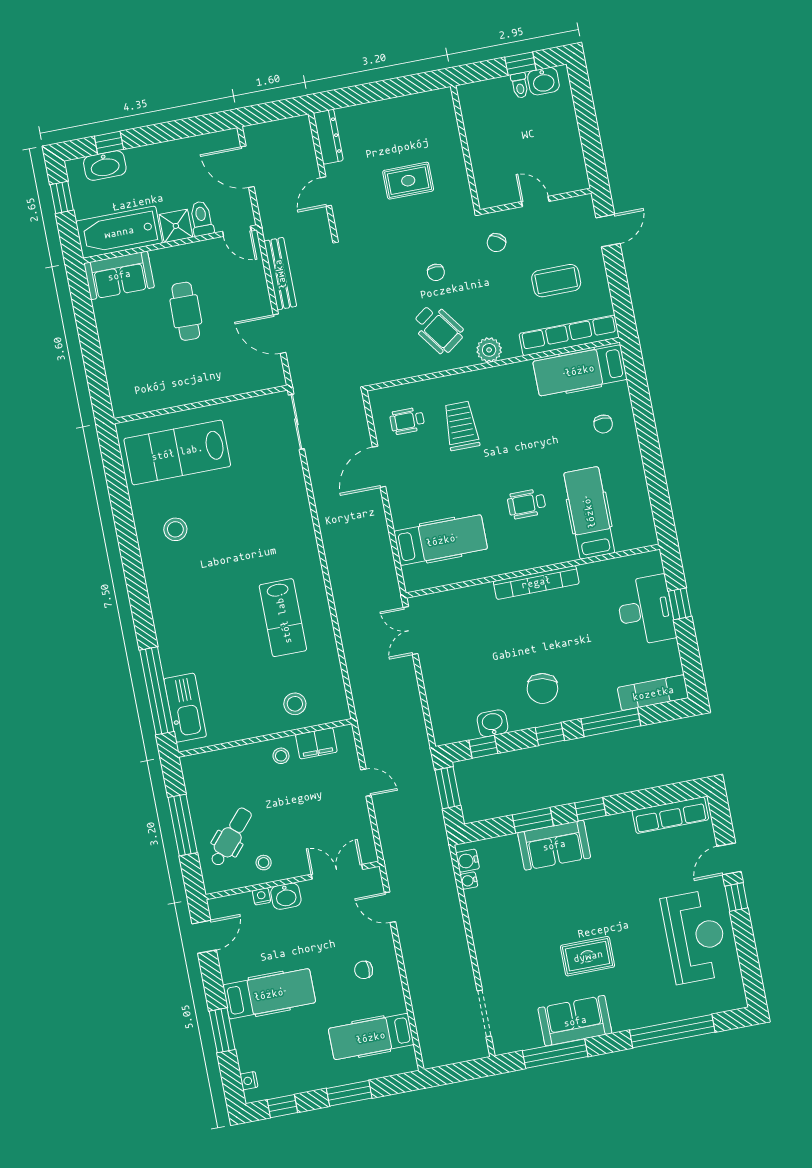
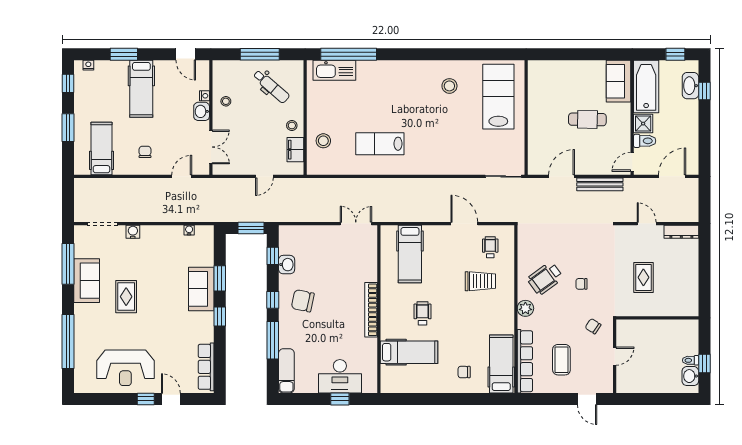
dental chair: (231, 837) -> (271, 86), moved
water cooler: (468, 861) -> (133, 232), moved

